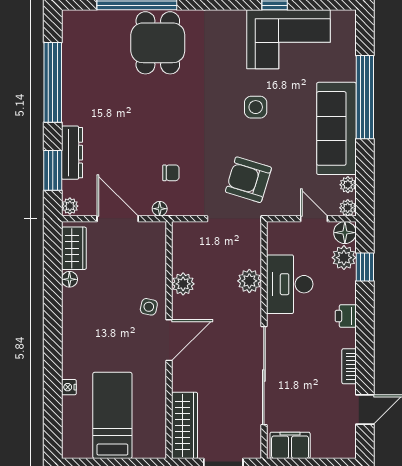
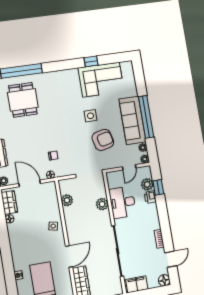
dining table: (158, 43) -> (23, 100), moved
window: (365, 97) -> (146, 117), moved
armchair: (248, 180) -> (103, 140), moved, turned 150
door: (314, 219) -> (129, 167), swing flipped
floor lamp: (345, 233) -> (164, 280), moved
plant: (183, 284) -> (67, 200), moved
printer: (346, 316) -> (150, 197), moved
door: (169, 340) -> (69, 256), moved

